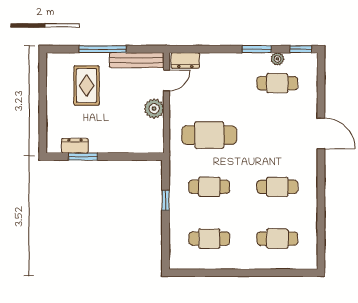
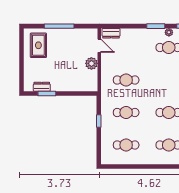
bench: (137, 60) -> (81, 33), removed
door: (166, 80) -> (99, 46), hinge flipped
rug: (87, 86) -> (38, 45), moved
cafe table: (209, 135) -> (126, 80), width x0.73, depth x0.74

